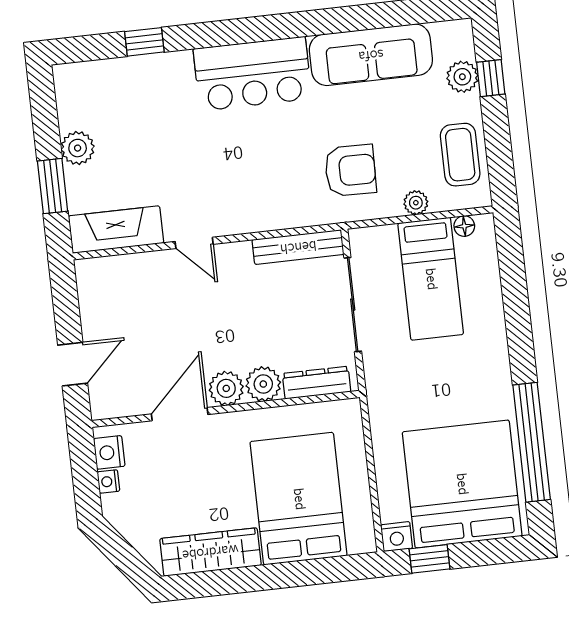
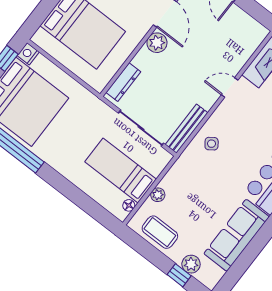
armchair: (350, 170) -> (197, 181), removed
side table: (286, 197) -> (212, 144), added
plant: (263, 384) -> (144, 60), removed

